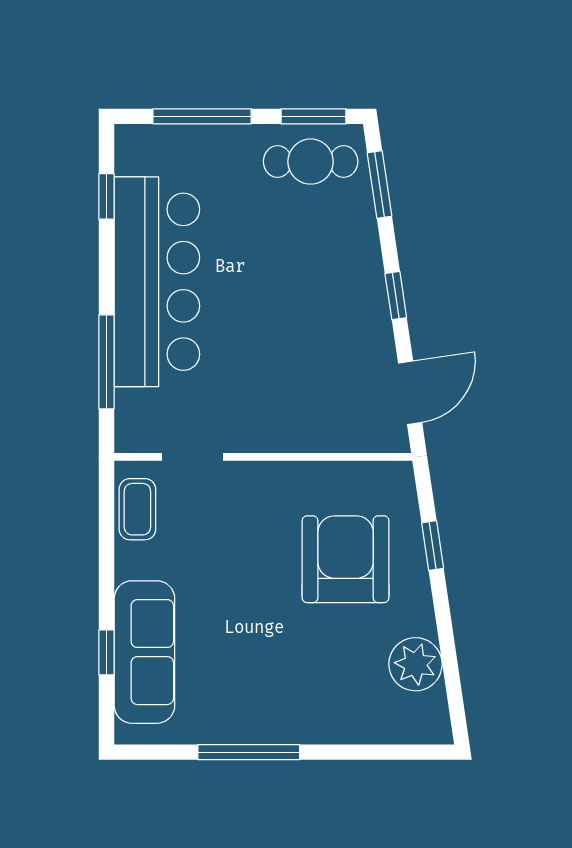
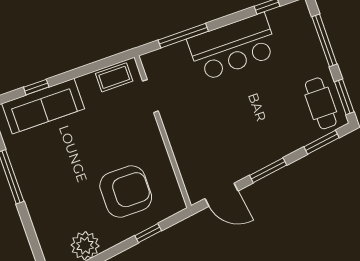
bar counter: (157, 282) -> (233, 47), width x0.73
window: (396, 296) -> (268, 170), width x1.50

